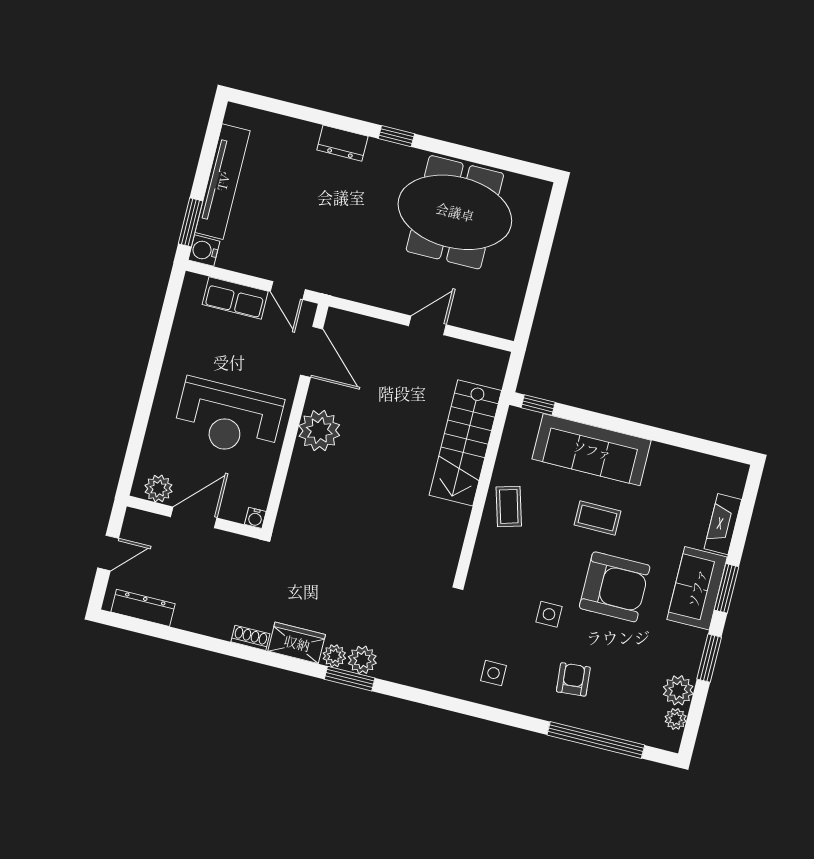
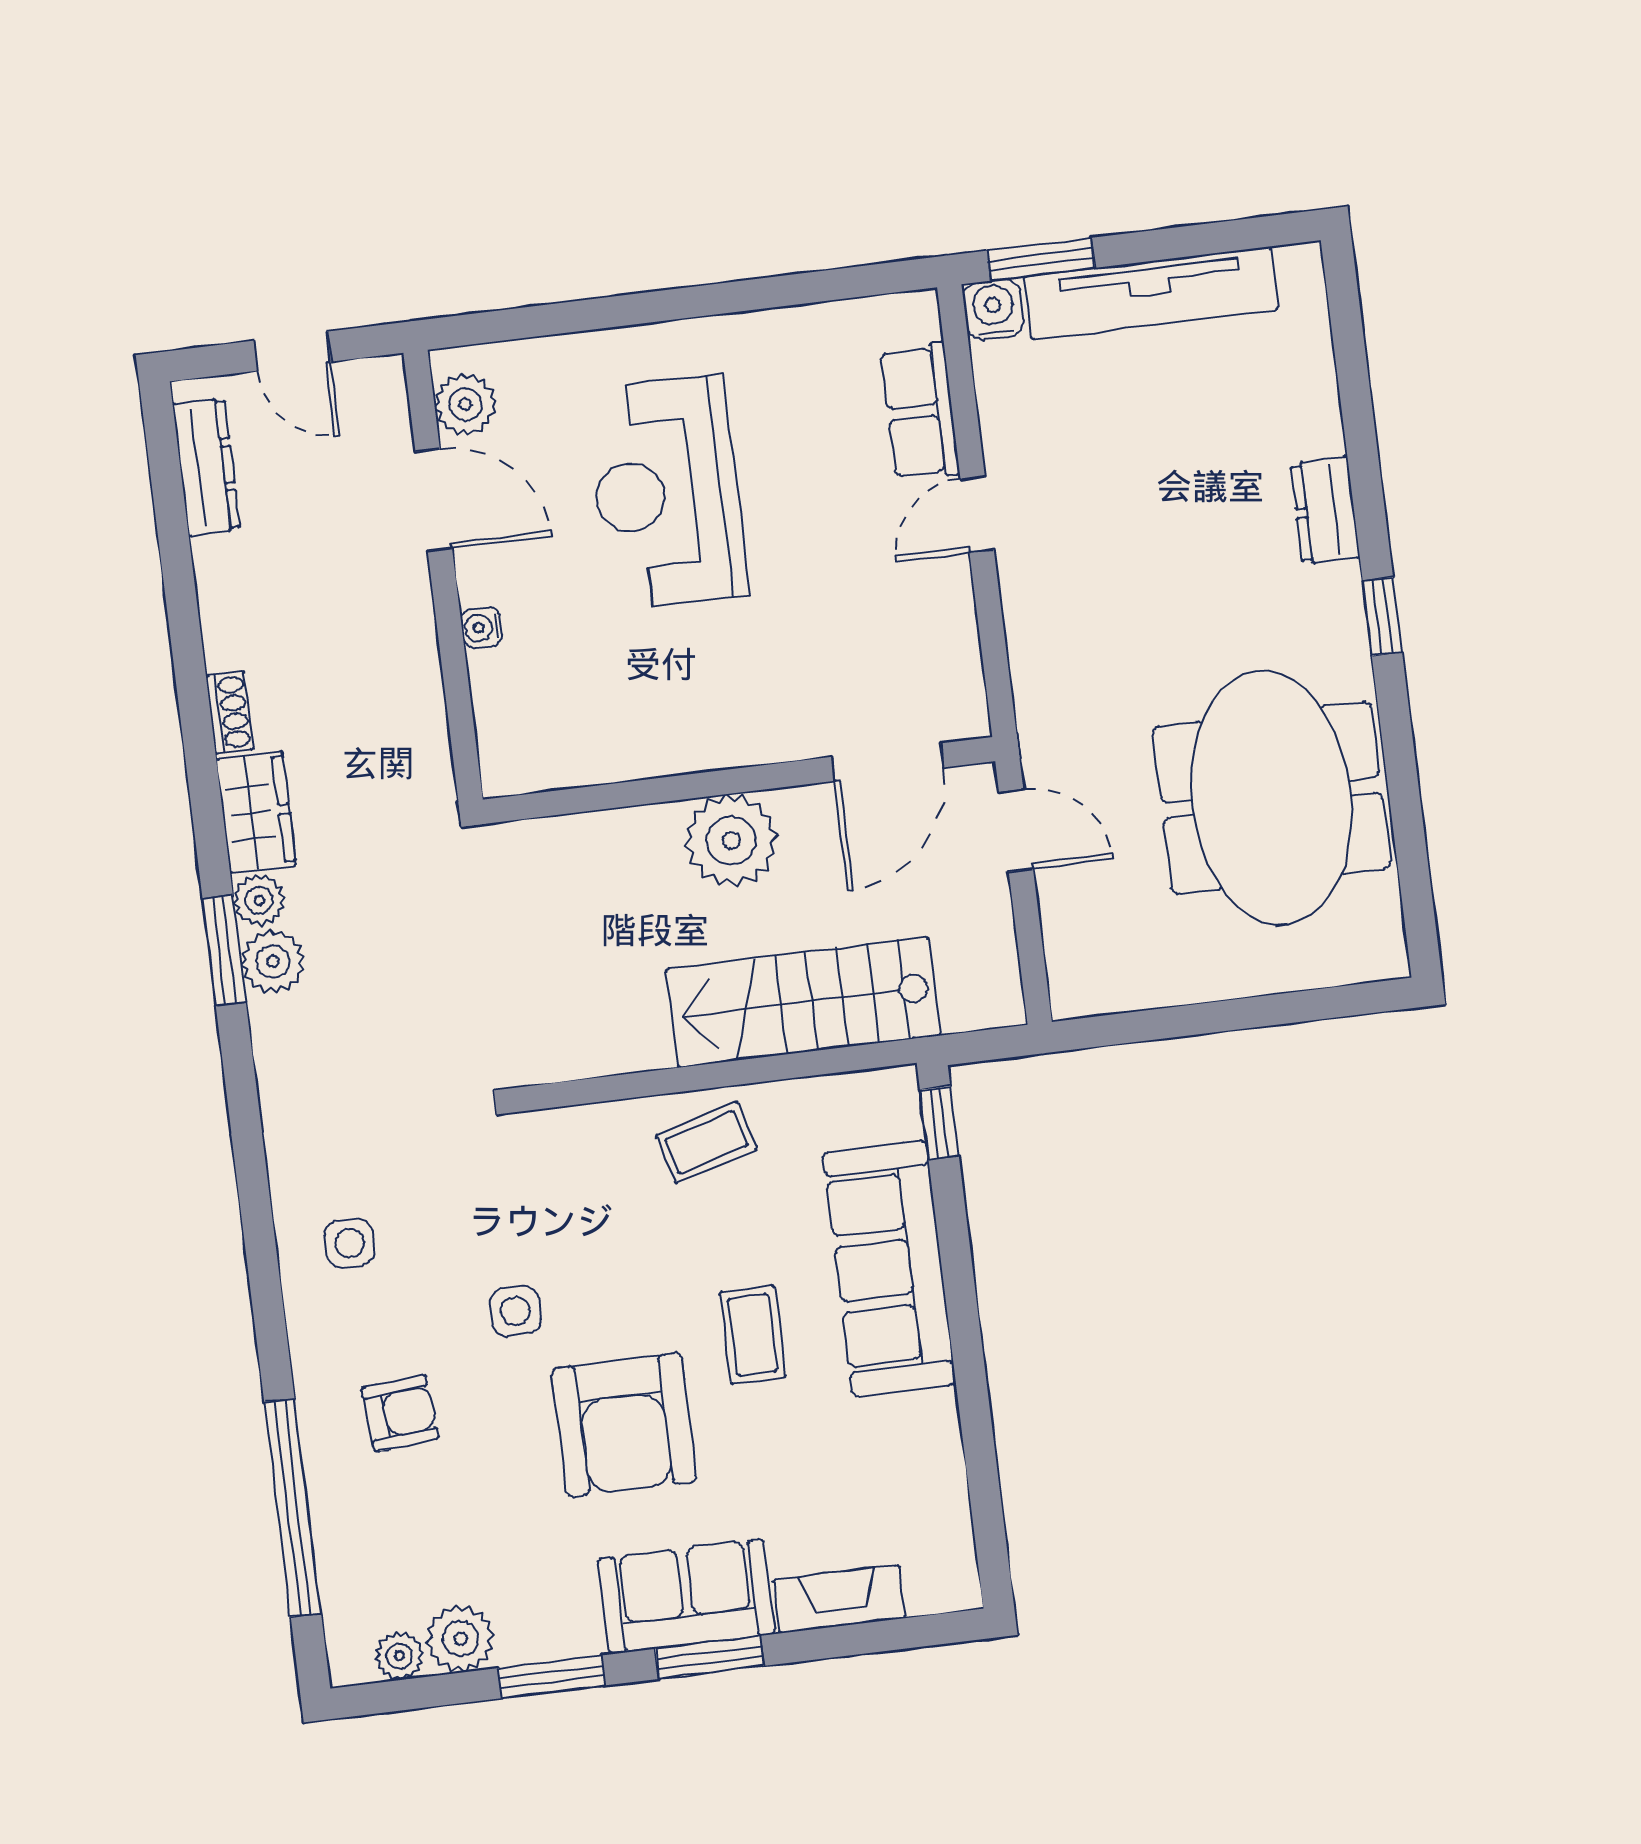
door: (312, 352) -> (888, 762), moved
wall: (295, 417) -> (739, 780), moved
plant: (319, 431) -> (731, 840), moved

